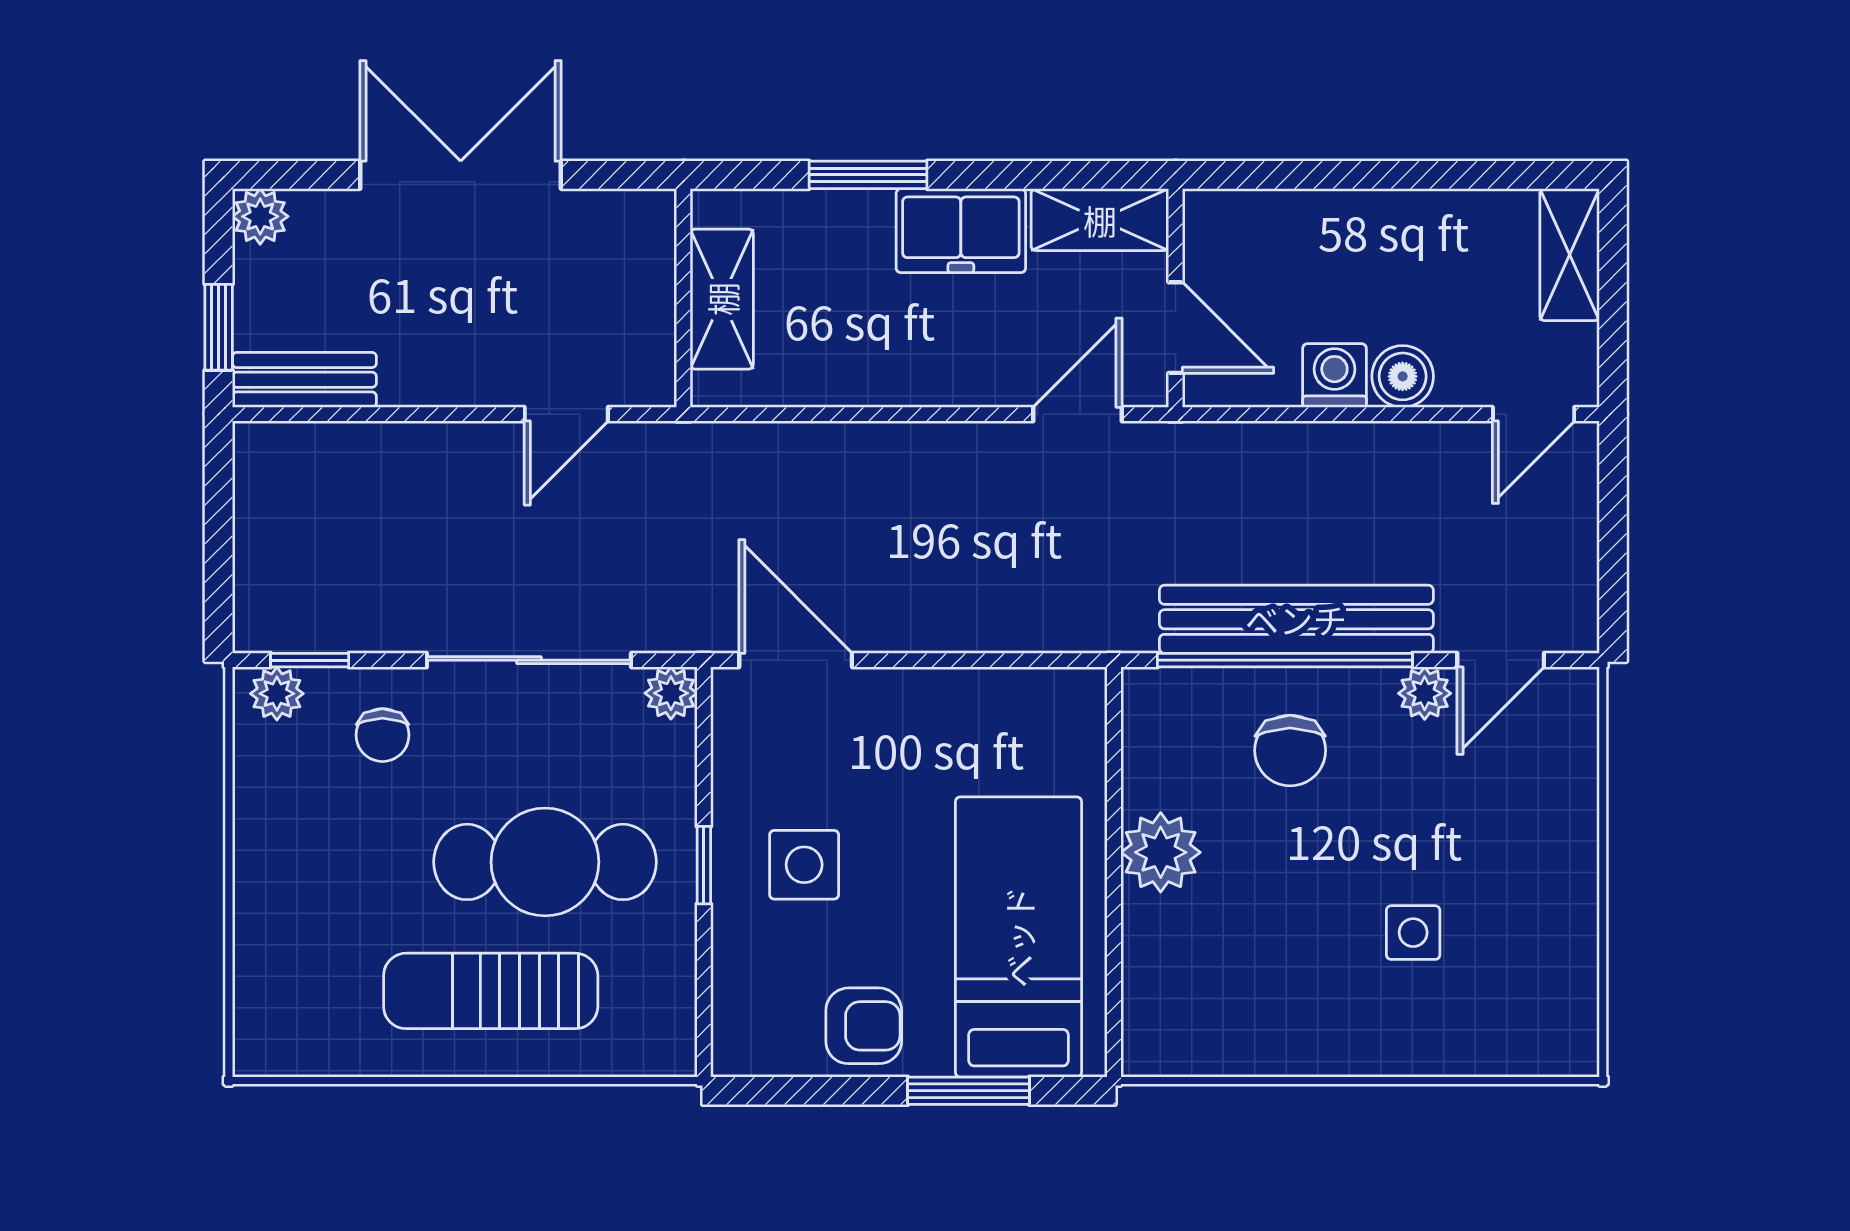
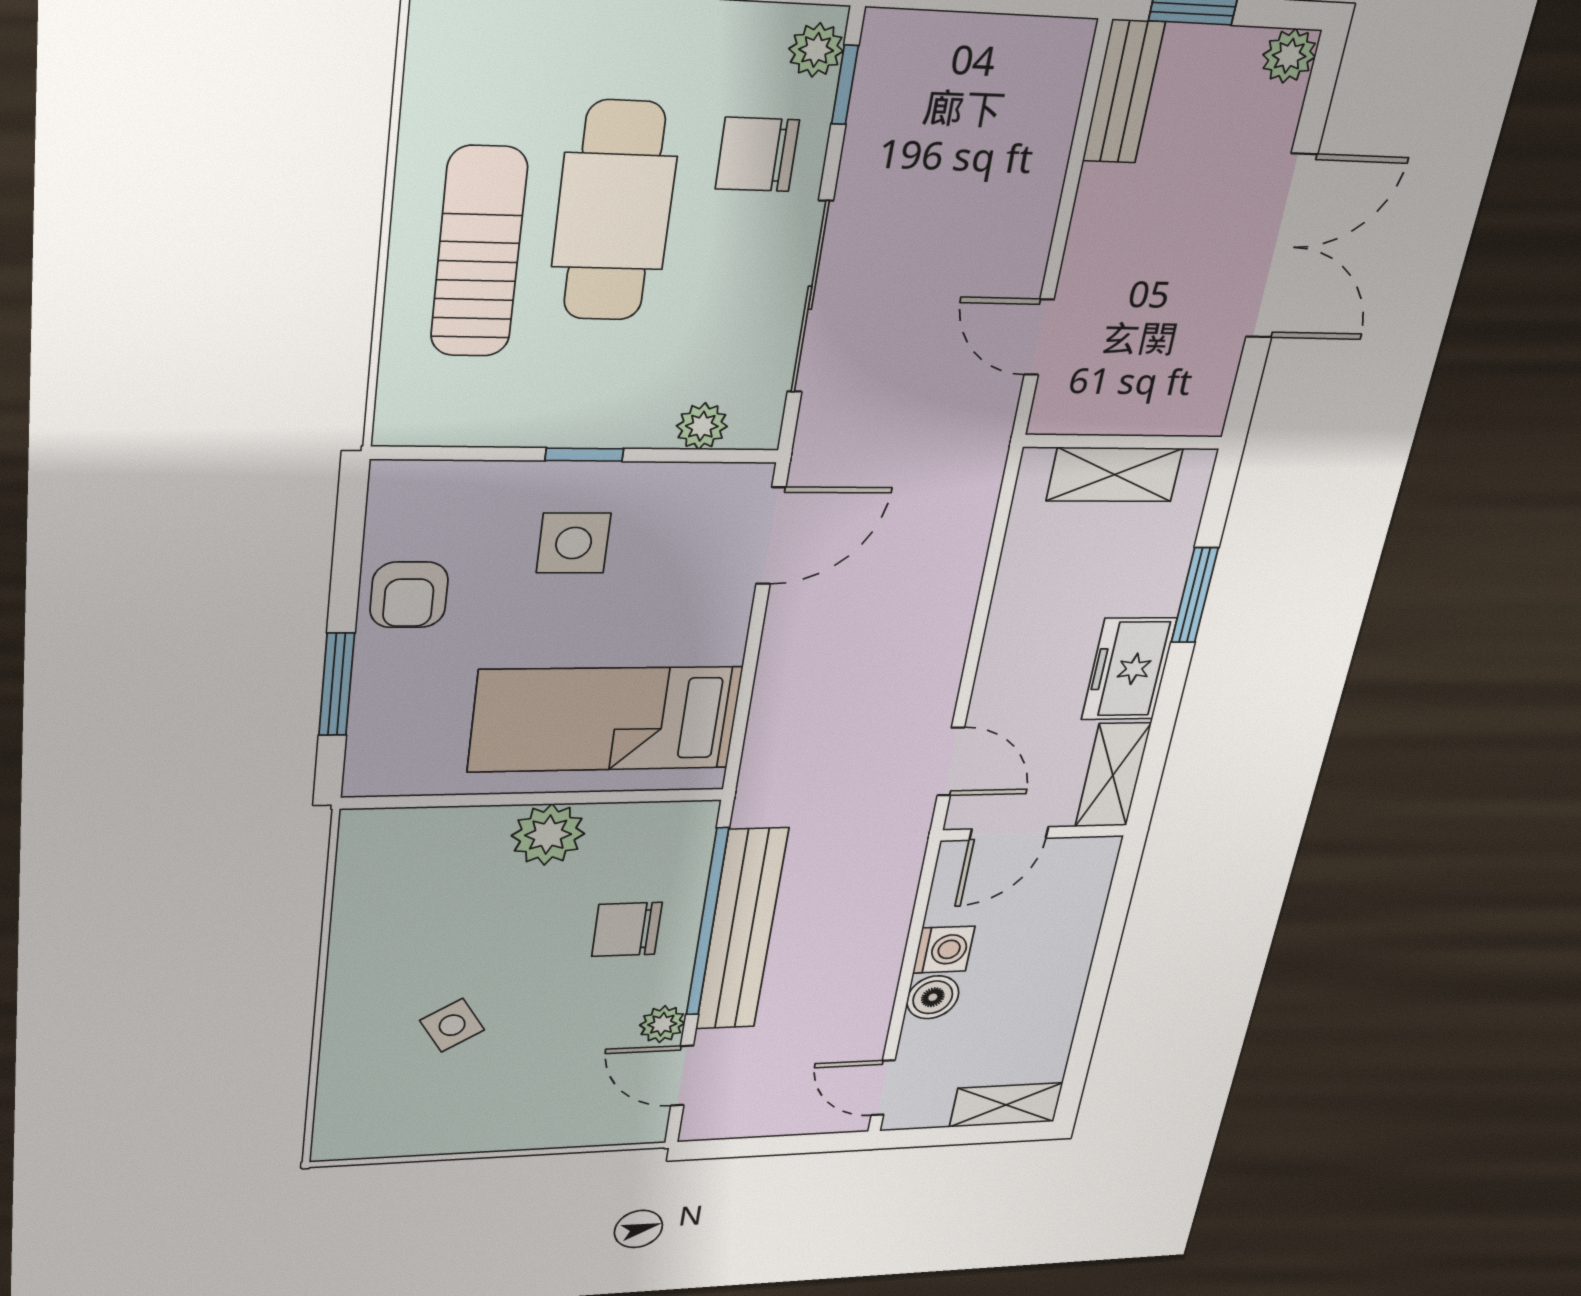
plant: (671, 693) -> (702, 426), moved
chair: (382, 735) -> (757, 154), width x1.37, depth x1.37
cafe table: (545, 862) -> (614, 212), moved
side table: (1413, 933) -> (452, 1025), turned -32
bed: (1018, 937) -> (605, 719), moved, turned 180

